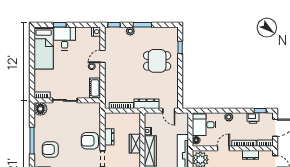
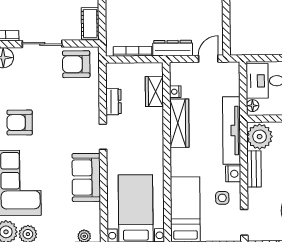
door: (169, 111) -> (208, 59), swing flipped
armchair: (90, 141) -> (76, 64), moved
wardrobe: (135, 144) -> (154, 91), moved

